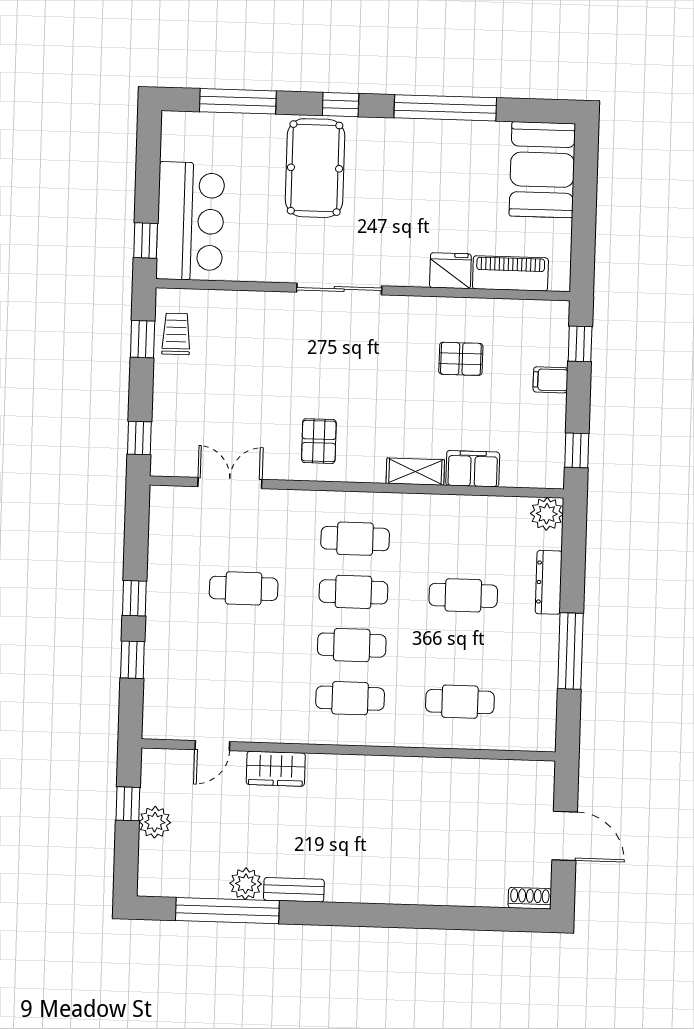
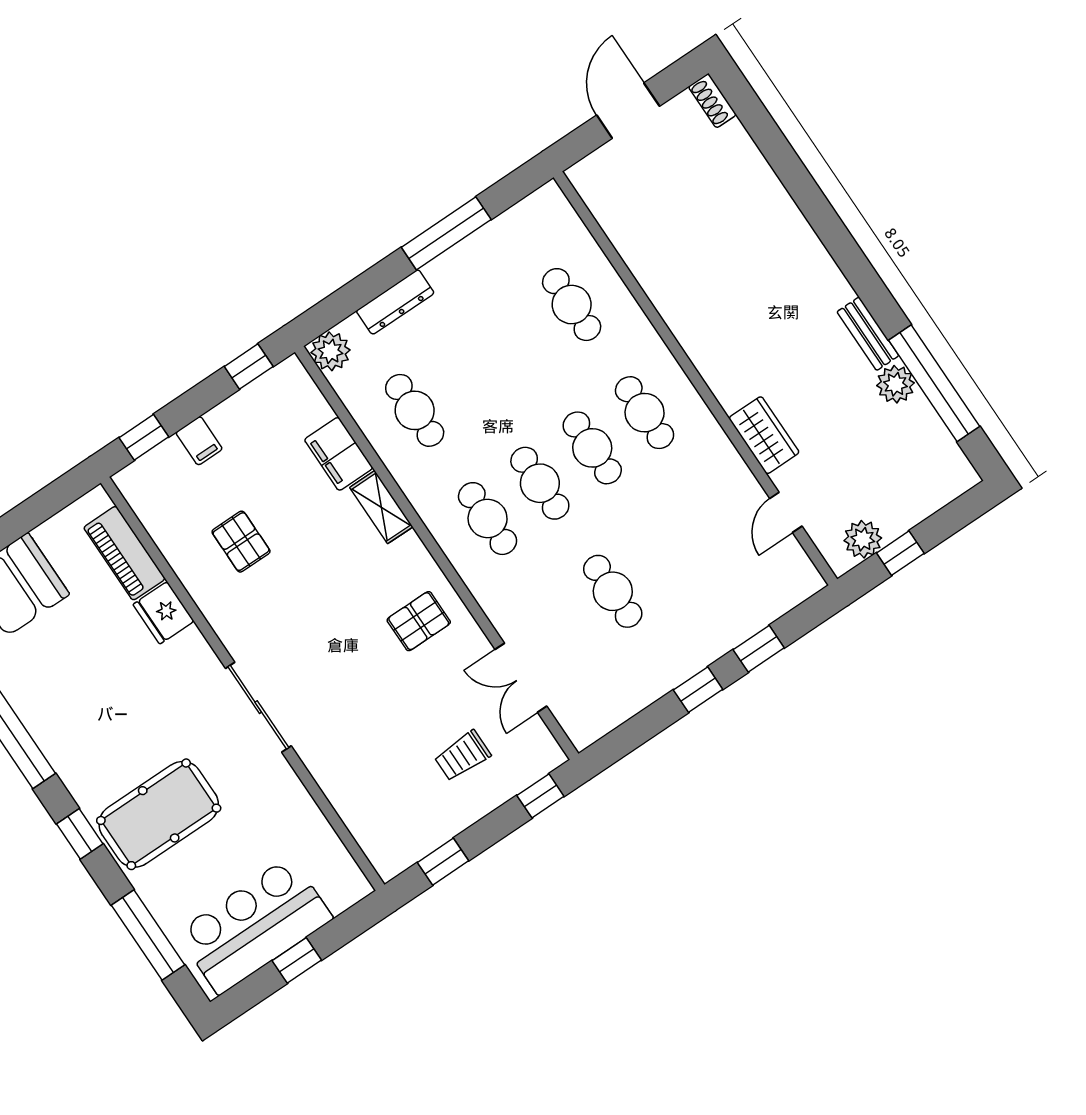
bar counter: (190, 221) -> (255, 925), moved
window: (146, 240) -> (297, 960), moved
trolley: (176, 334) -> (463, 756), moved
cafe table: (463, 595) -> (415, 410), moved
door: (212, 746) -> (786, 512), swing flipped
plant: (155, 822) -> (863, 539), moved

